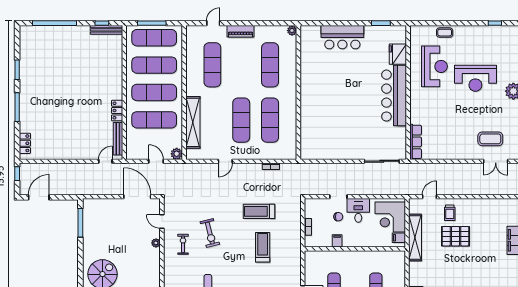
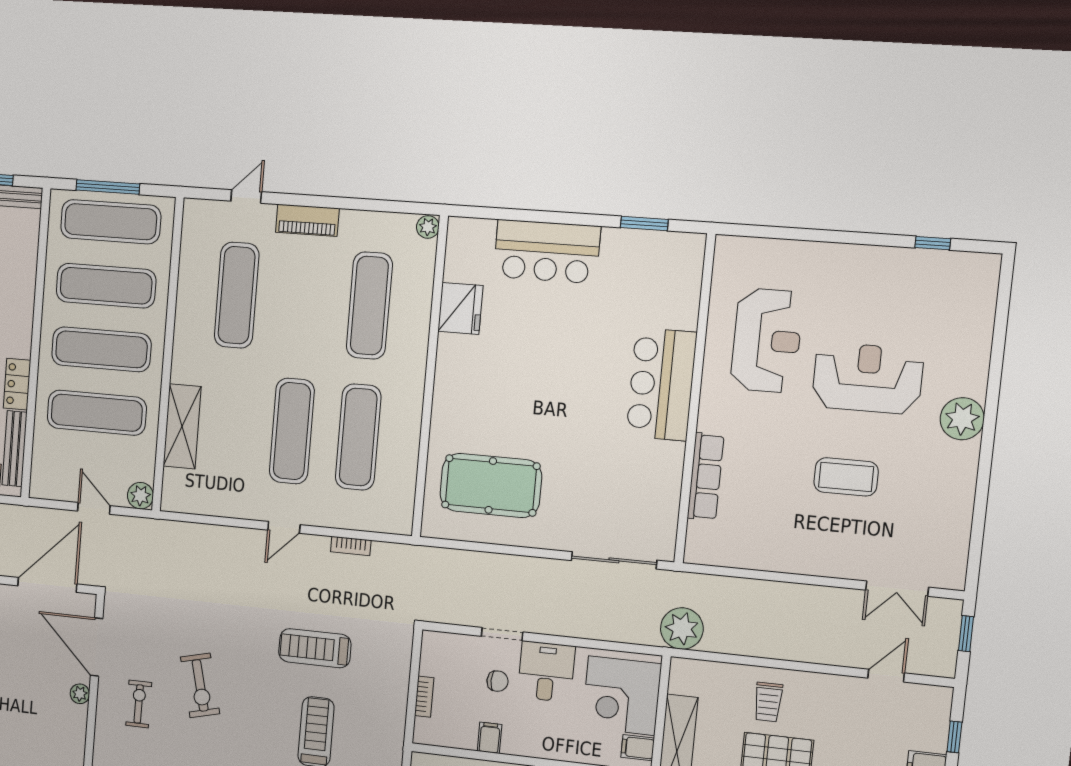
coffee table: (445, 33) -> (801, 258), removed
fridge: (398, 54) -> (460, 308), moved, turned 180
reception desk: (475, 78) -> (868, 378), turned 180
bar counter: (394, 96) -> (661, 384), width x0.73
shelving: (193, 122) -> (182, 426), width x0.68
pool table: (328, 135) -> (491, 485), added
coffee table: (490, 139) -> (846, 477), moved
row of seats: (416, 142) -> (706, 476), moved
door: (225, 161) -> (284, 527), moved
plant: (412, 186) -> (682, 629), added
door: (137, 197) -> (47, 585), hinge flipped
door: (429, 197) -> (886, 676), moved
door: (162, 222) -> (97, 647), width x1.88

